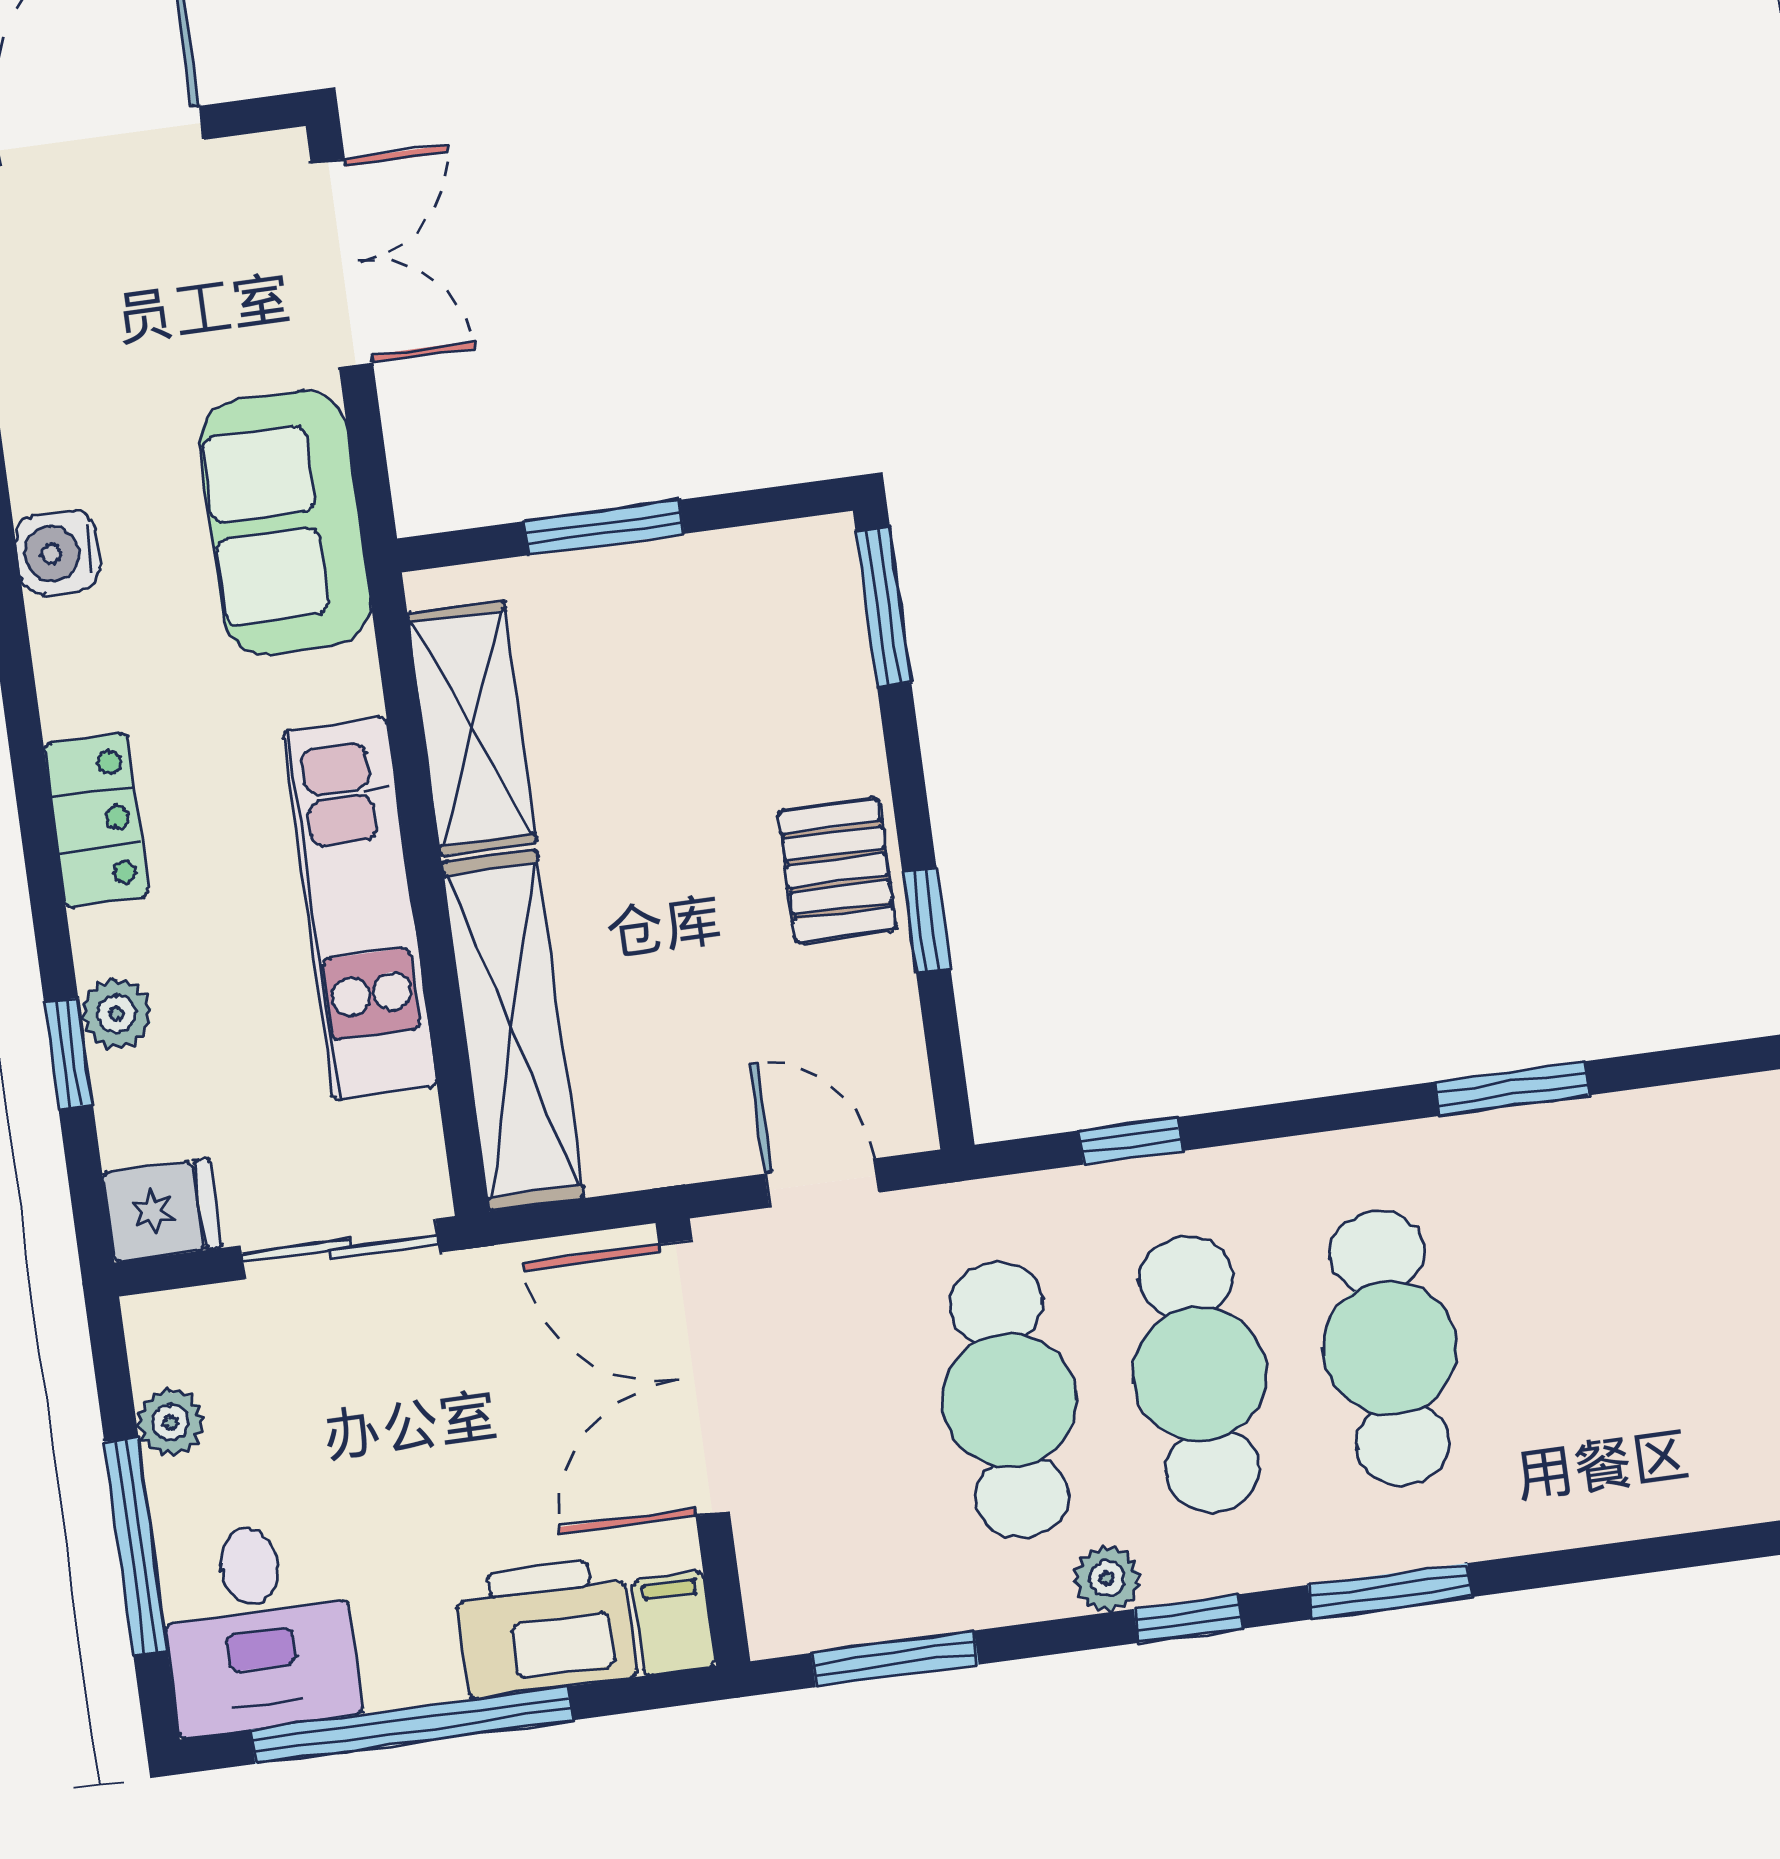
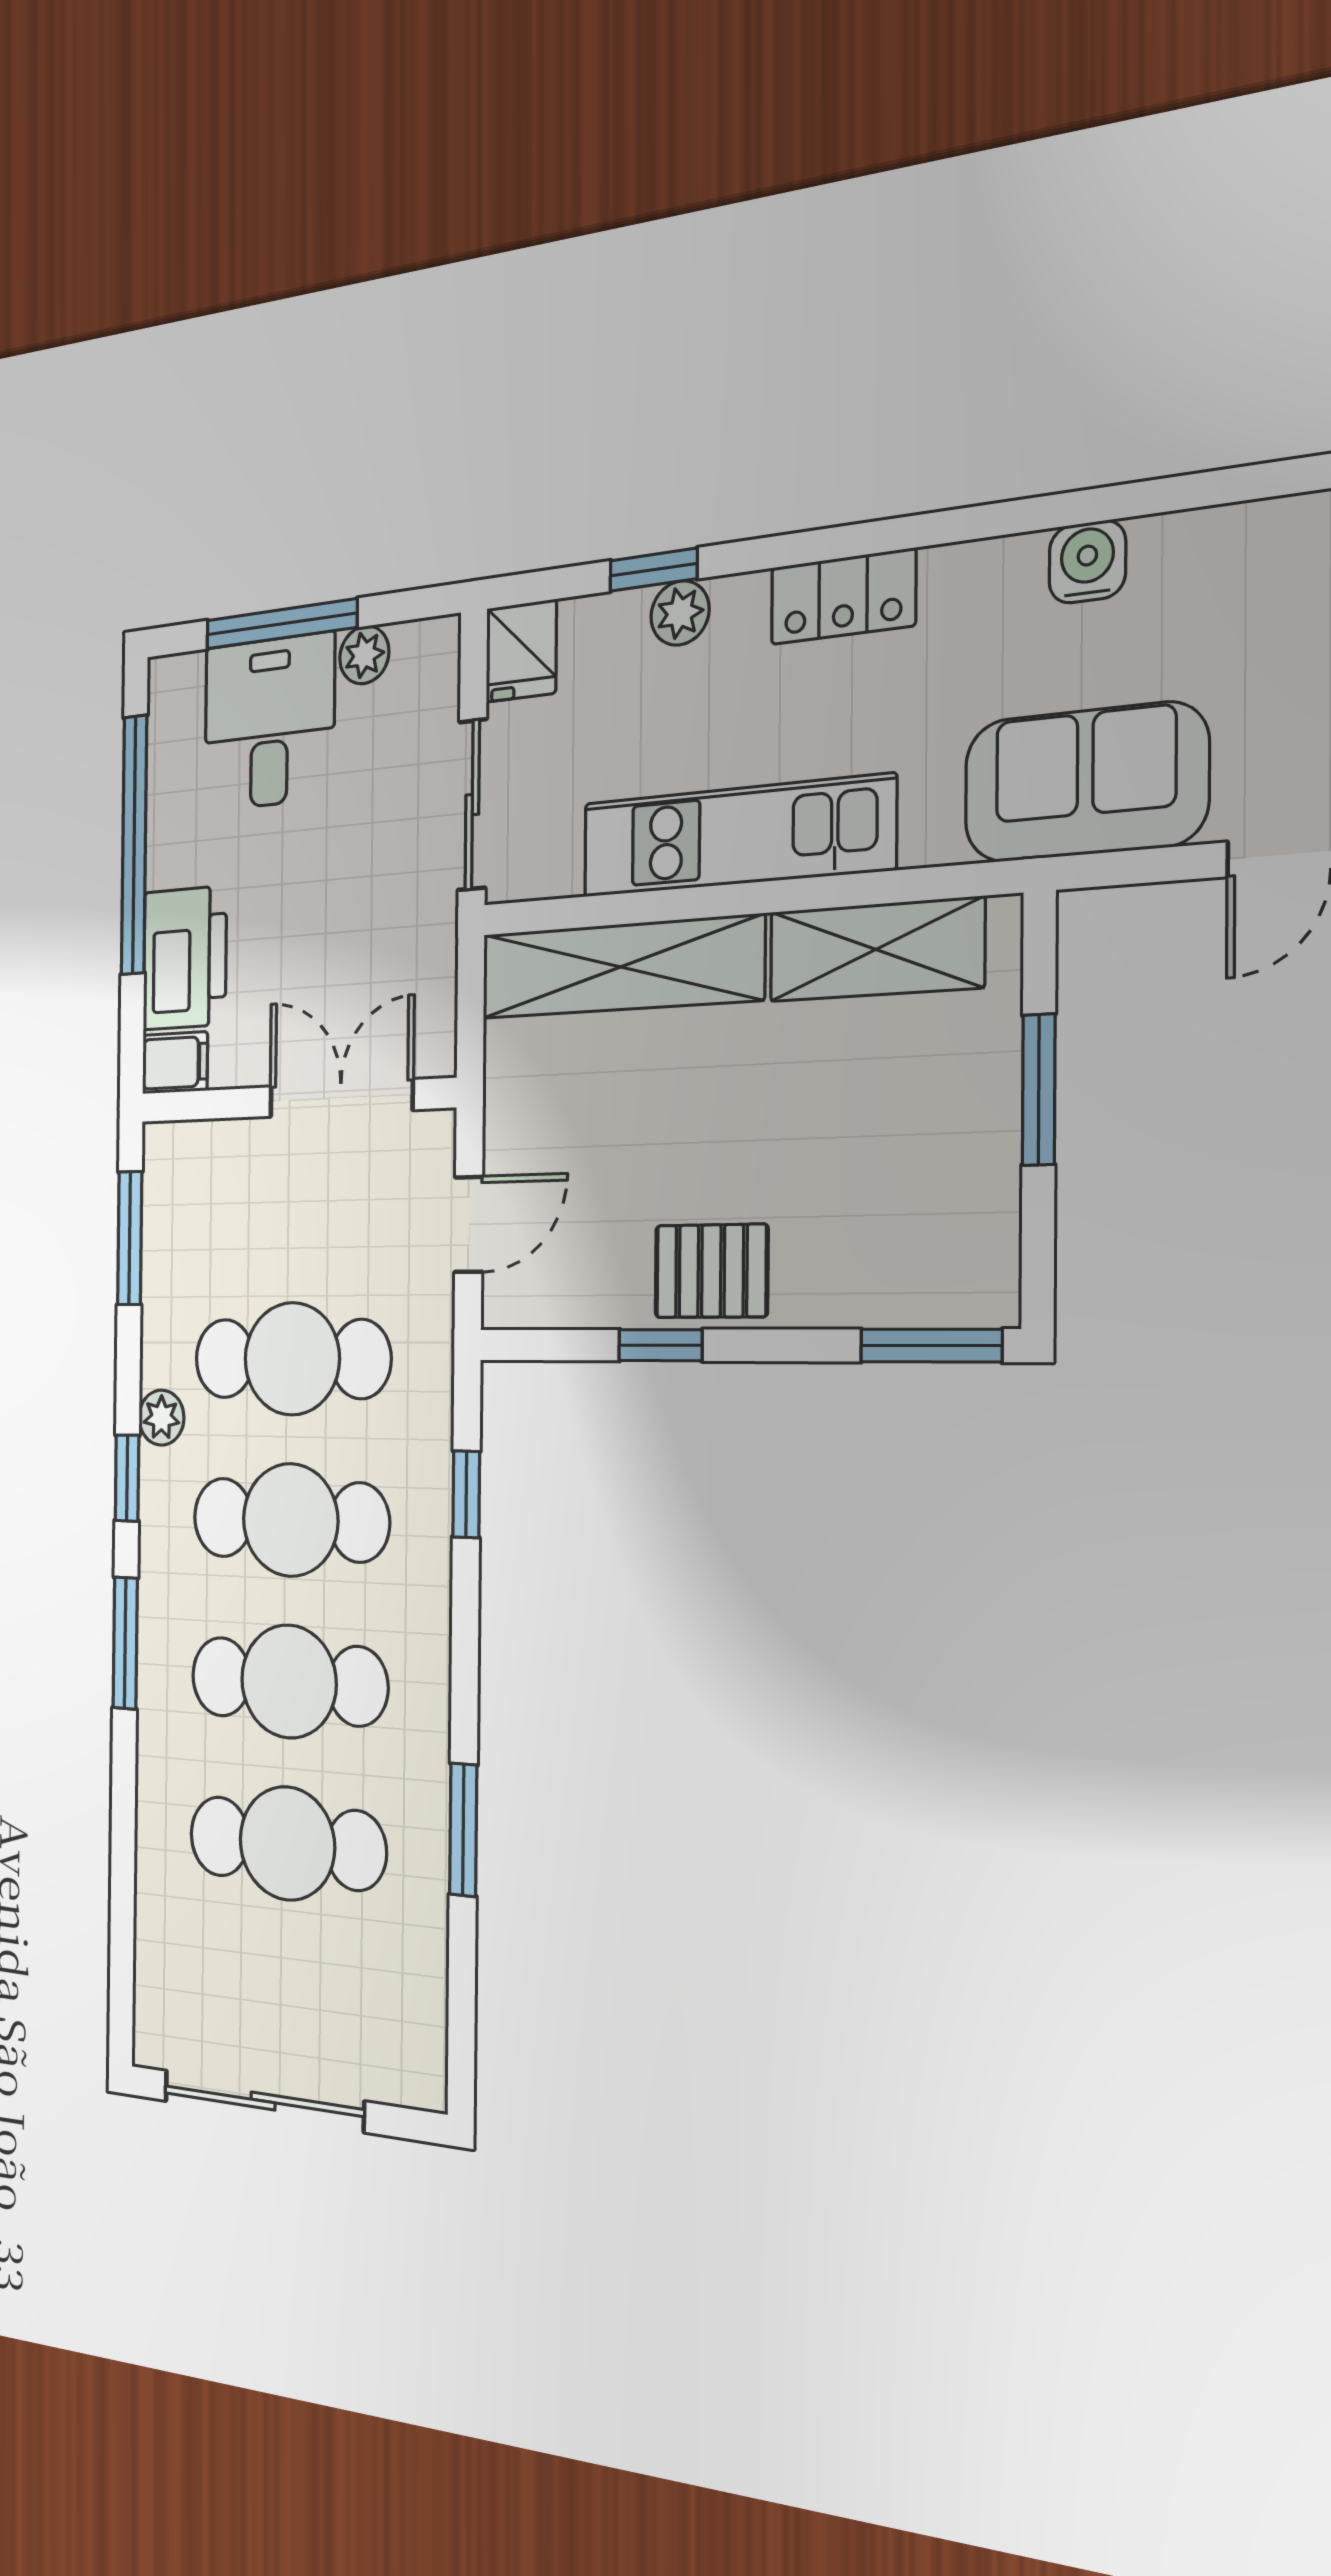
cafe table: (1580, 1322) -> (287, 1843), added
double door: (694, 1378) -> (341, 1098), width x0.73
desk: (258, 1628) -> (269, 722), moved, turned 90

